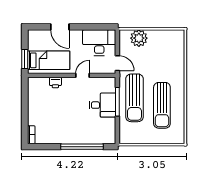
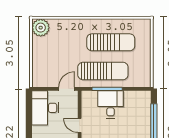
plant: (139, 38) -> (41, 28), moved

